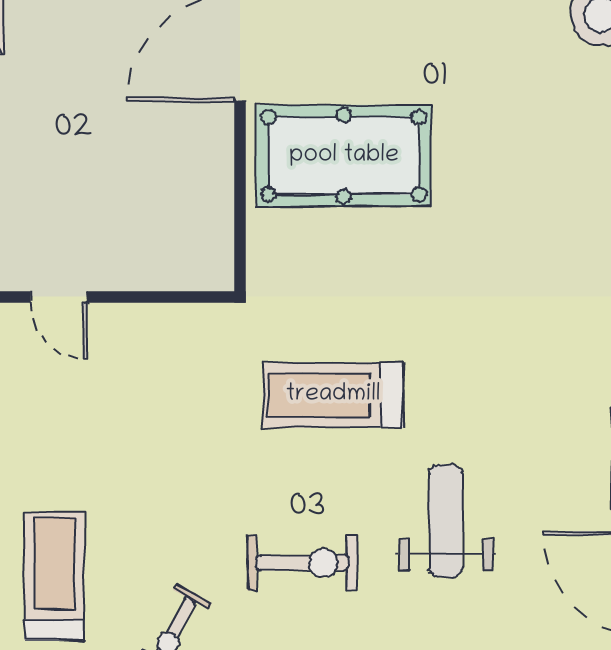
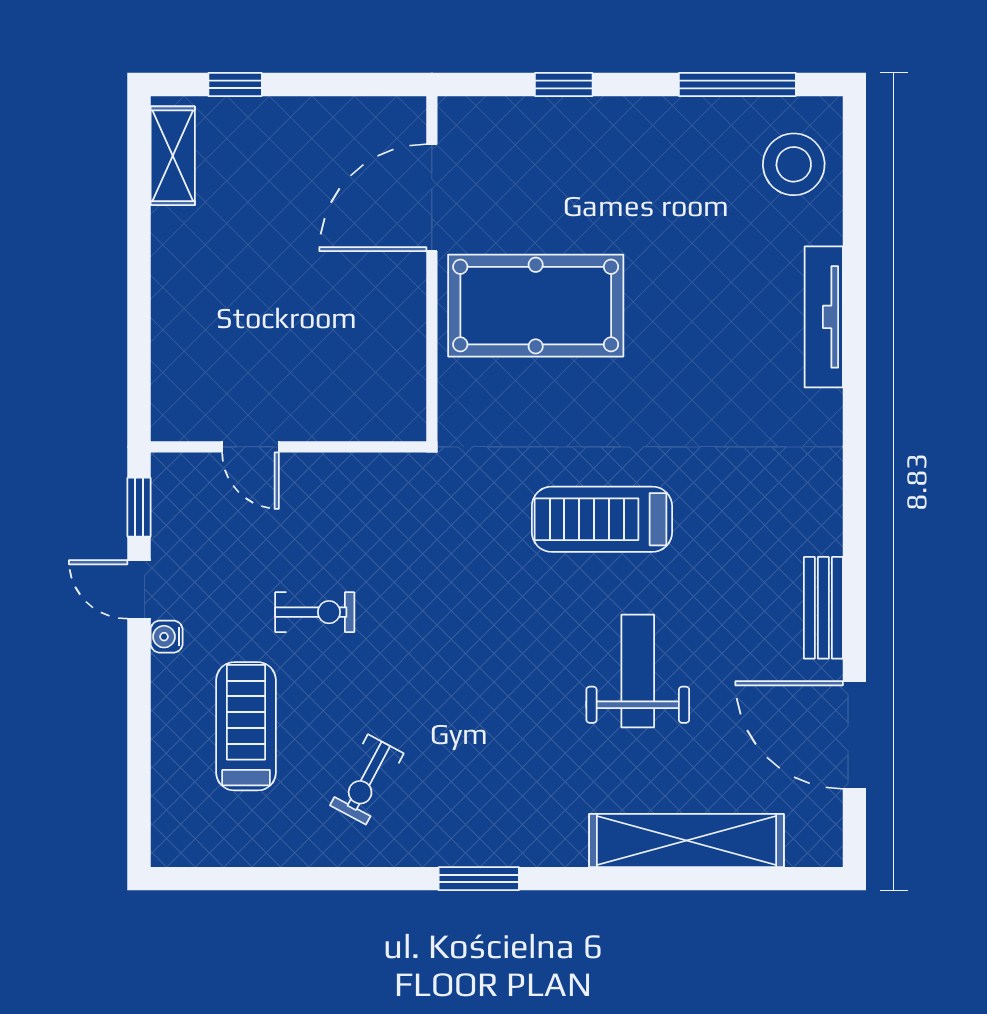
treadmill: (333, 395) -> (602, 519), moved
exercise bike: (302, 563) -> (315, 612), moved, width x0.73, depth x0.72

